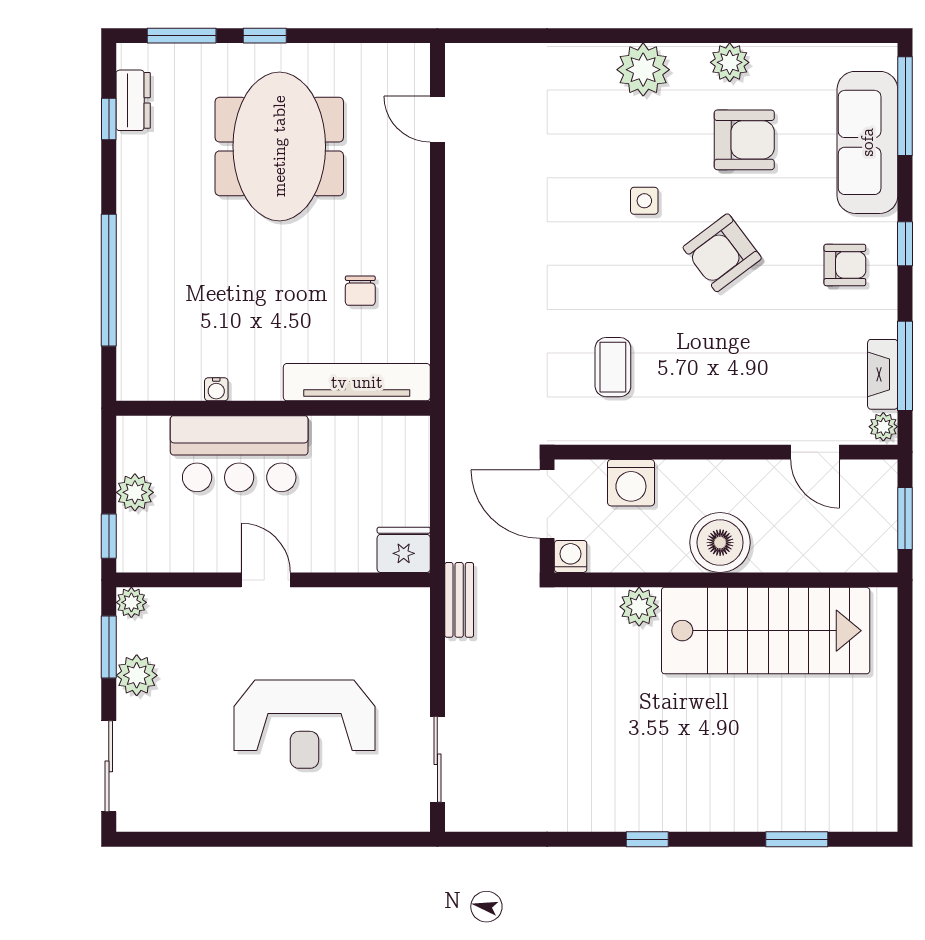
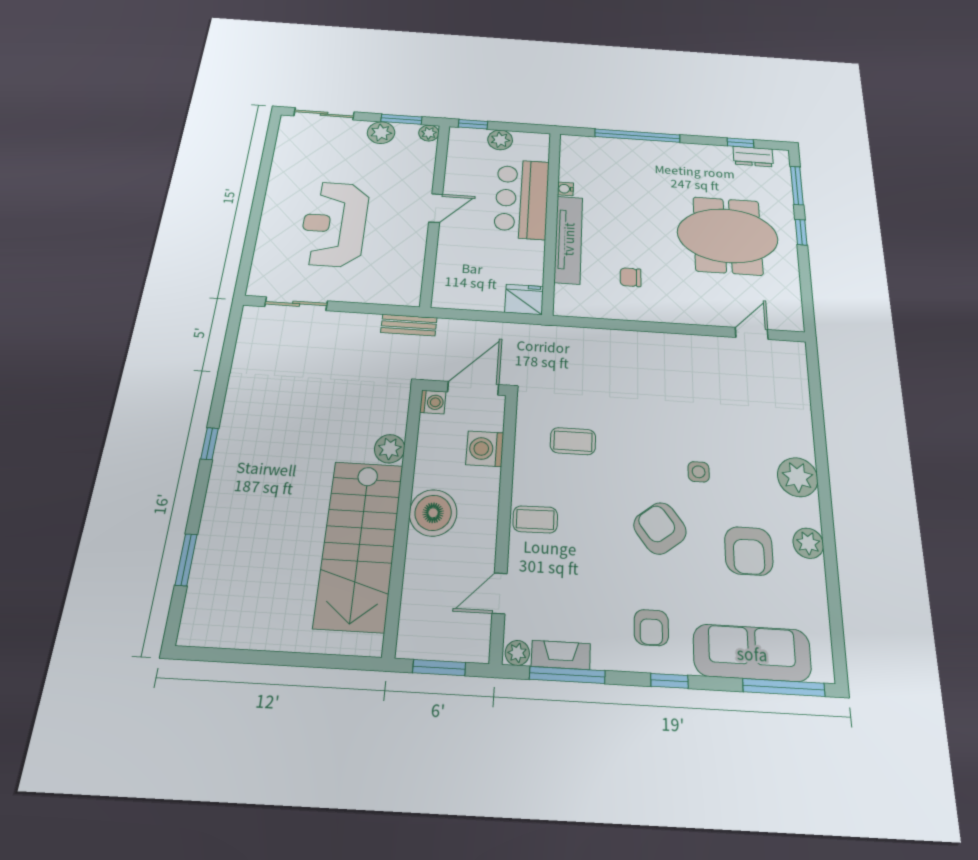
tv unit: (357, 382) -> (568, 239), moved
coffee table: (720, 412) -> (535, 519), added
fridge: (404, 550) -> (524, 299), moved, turned -90

